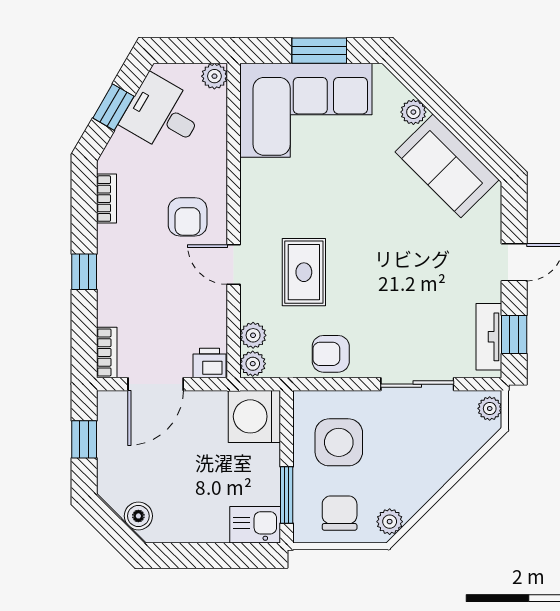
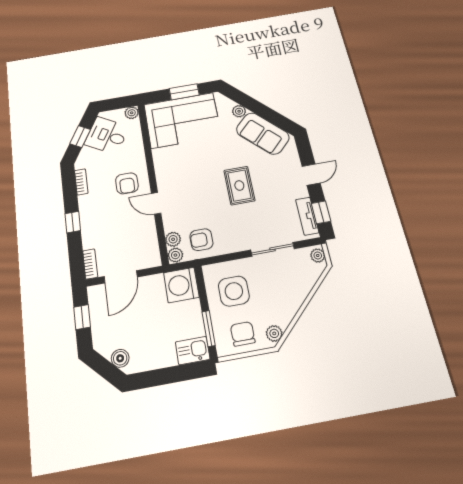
rug: (304, 272) -> (239, 186), moved
armchair: (331, 354) -> (201, 240), moved
printer: (209, 363) -> (150, 259), removed

